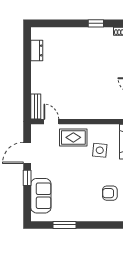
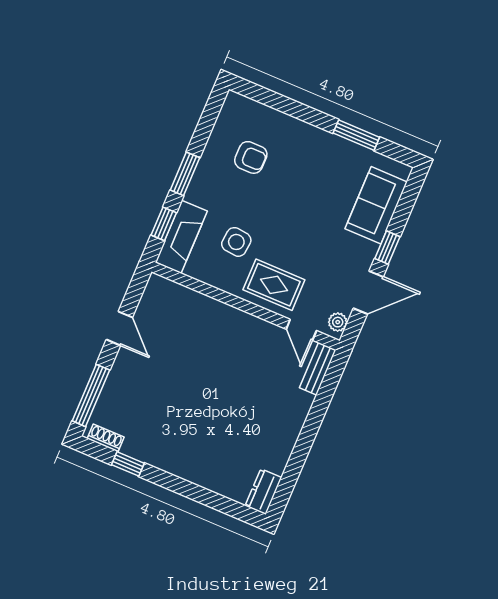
window: (96, 23) -> (128, 464), moved
dresser: (37, 50) -> (264, 492), moved
plant: (36, 133) -> (338, 322), added

